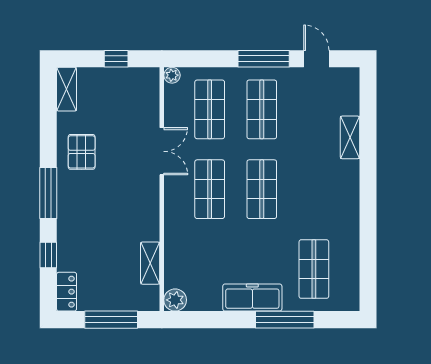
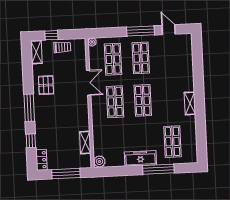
window: (116, 59) -> (51, 35), moved
trolley: (115, 82) -> (62, 47), added
shelving: (350, 137) -> (190, 103), moved

